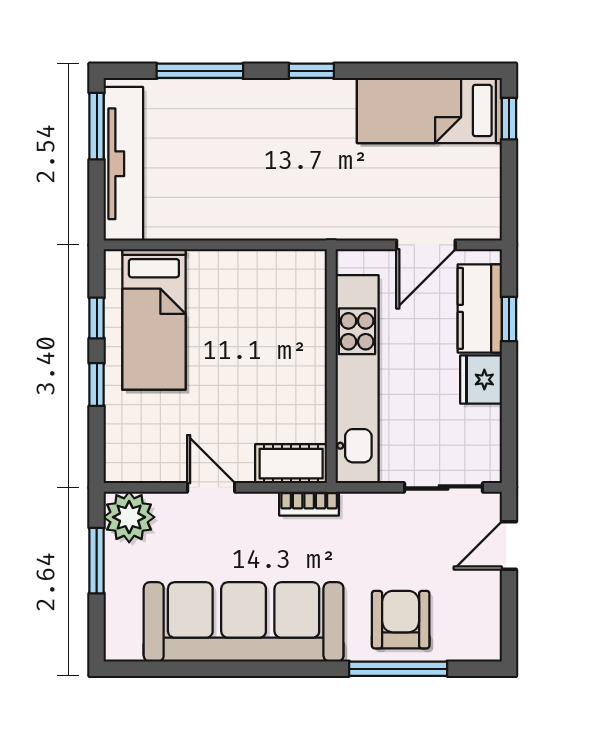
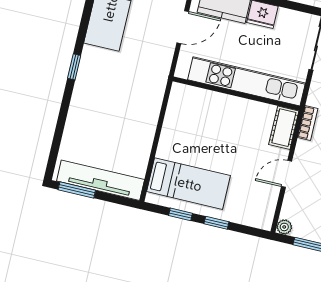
window: (200, 71) -> (60, 127), removed
door: (426, 245) -> (183, 27), hinge flipped
plant: (129, 517) -> (284, 227), width x0.53, depth x0.53

